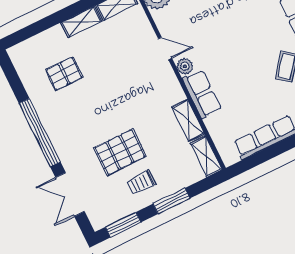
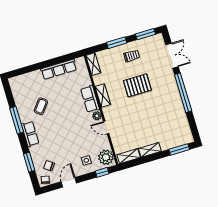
window: (30, 31) -> (179, 149), added
pallet: (64, 74) -> (164, 123), removed
shelving: (188, 120) -> (103, 96), moved
pallet: (120, 152) -> (137, 85), moved

